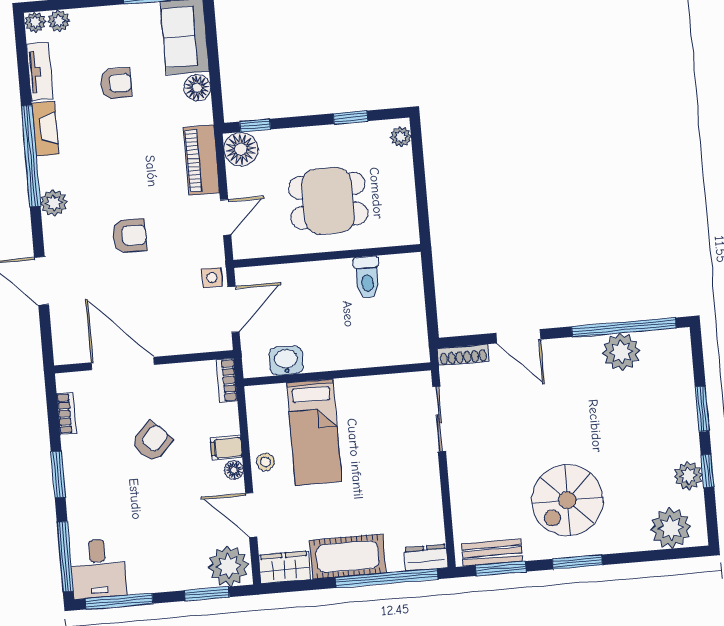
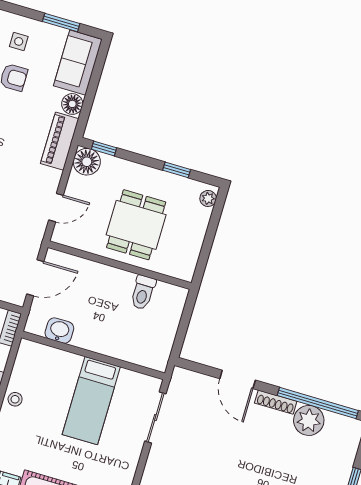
piano: (201, 160) -> (60, 141), moved
dining table: (328, 201) -> (136, 225), turned 90
side table: (212, 278) -> (19, 41), moved
shoe rack: (463, 355) -> (276, 402), moved
bed: (314, 432) -> (91, 401), moved

